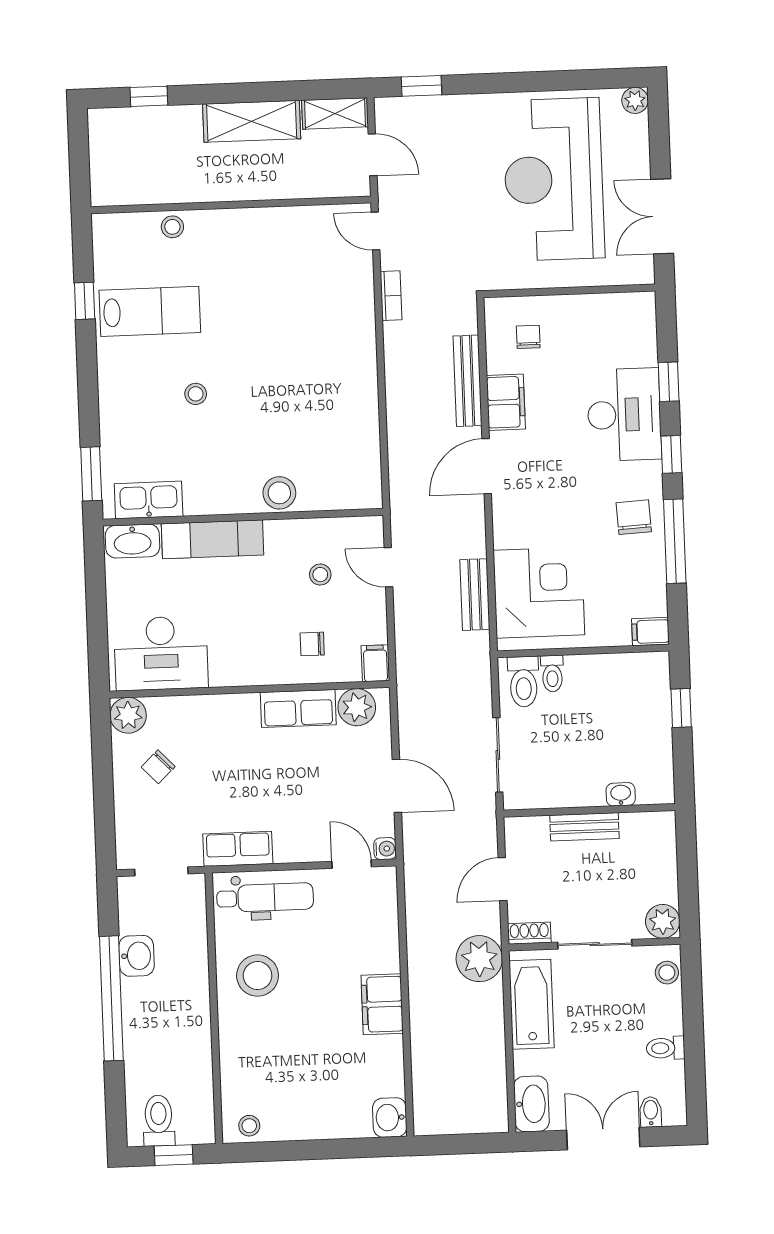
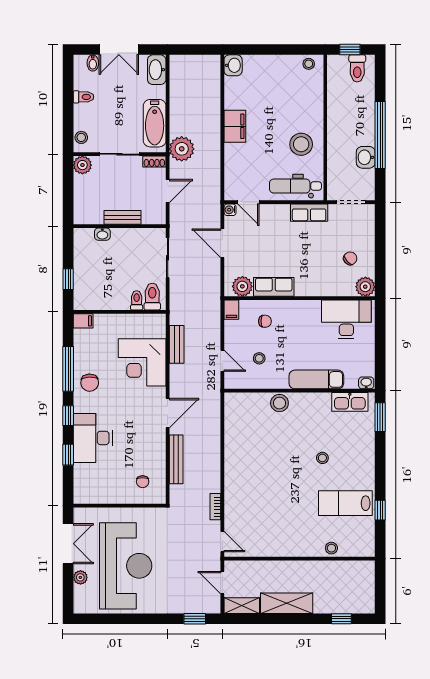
plant: (635, 100) -> (80, 577), moved
filing cabinet: (506, 402) -> (156, 447), removed
washbasin: (133, 541) -> (366, 383), width x0.52, depth x0.69
corner desk: (539, 593) -> (142, 362), moved

